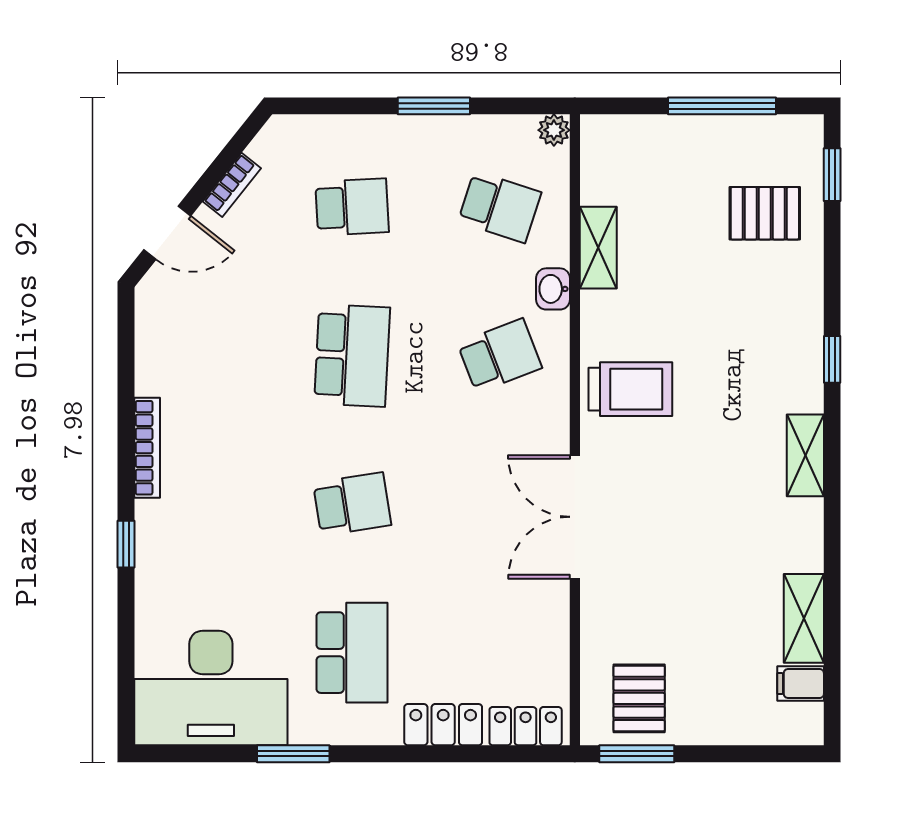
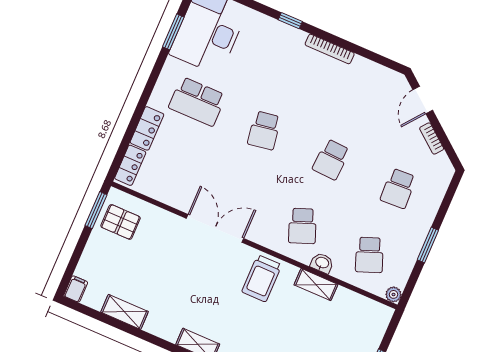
school desk: (500, 207) -> (369, 255), turned -39
shelving: (598, 248) -> (316, 285), moved
school desk: (352, 355) -> (331, 159), width x0.54
filing cabinet: (801, 684) -> (76, 289), moved
window: (293, 754) -> (173, 32), moved

